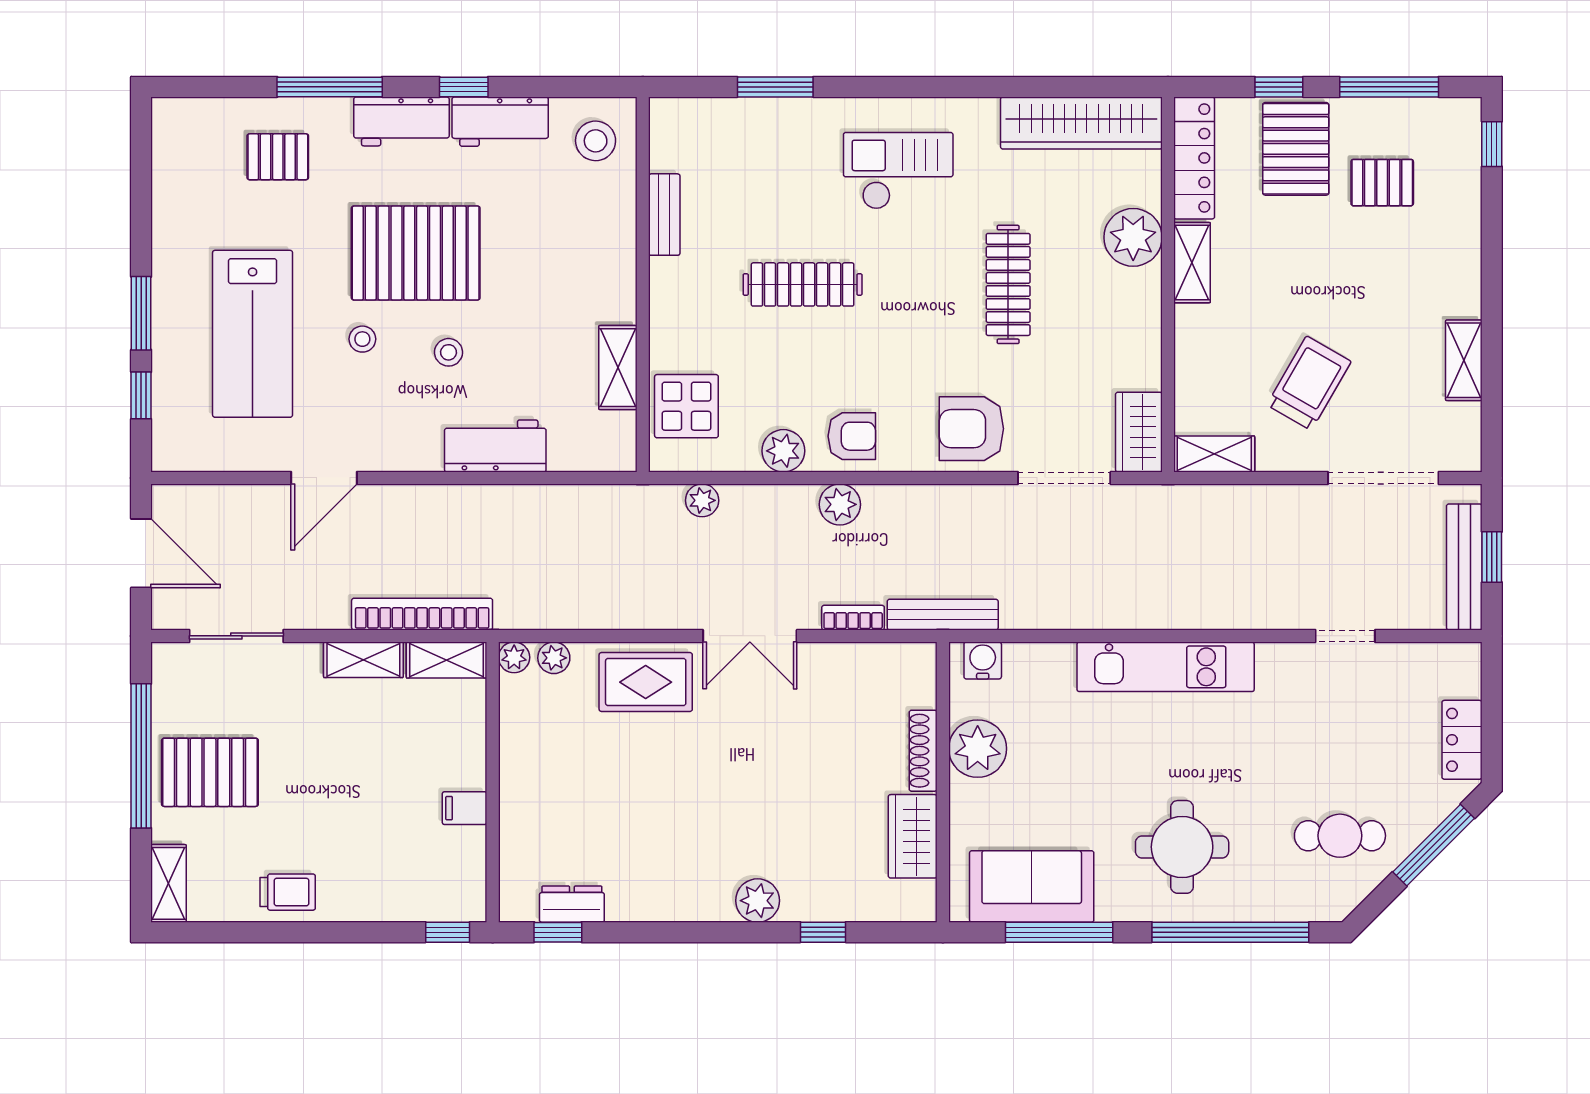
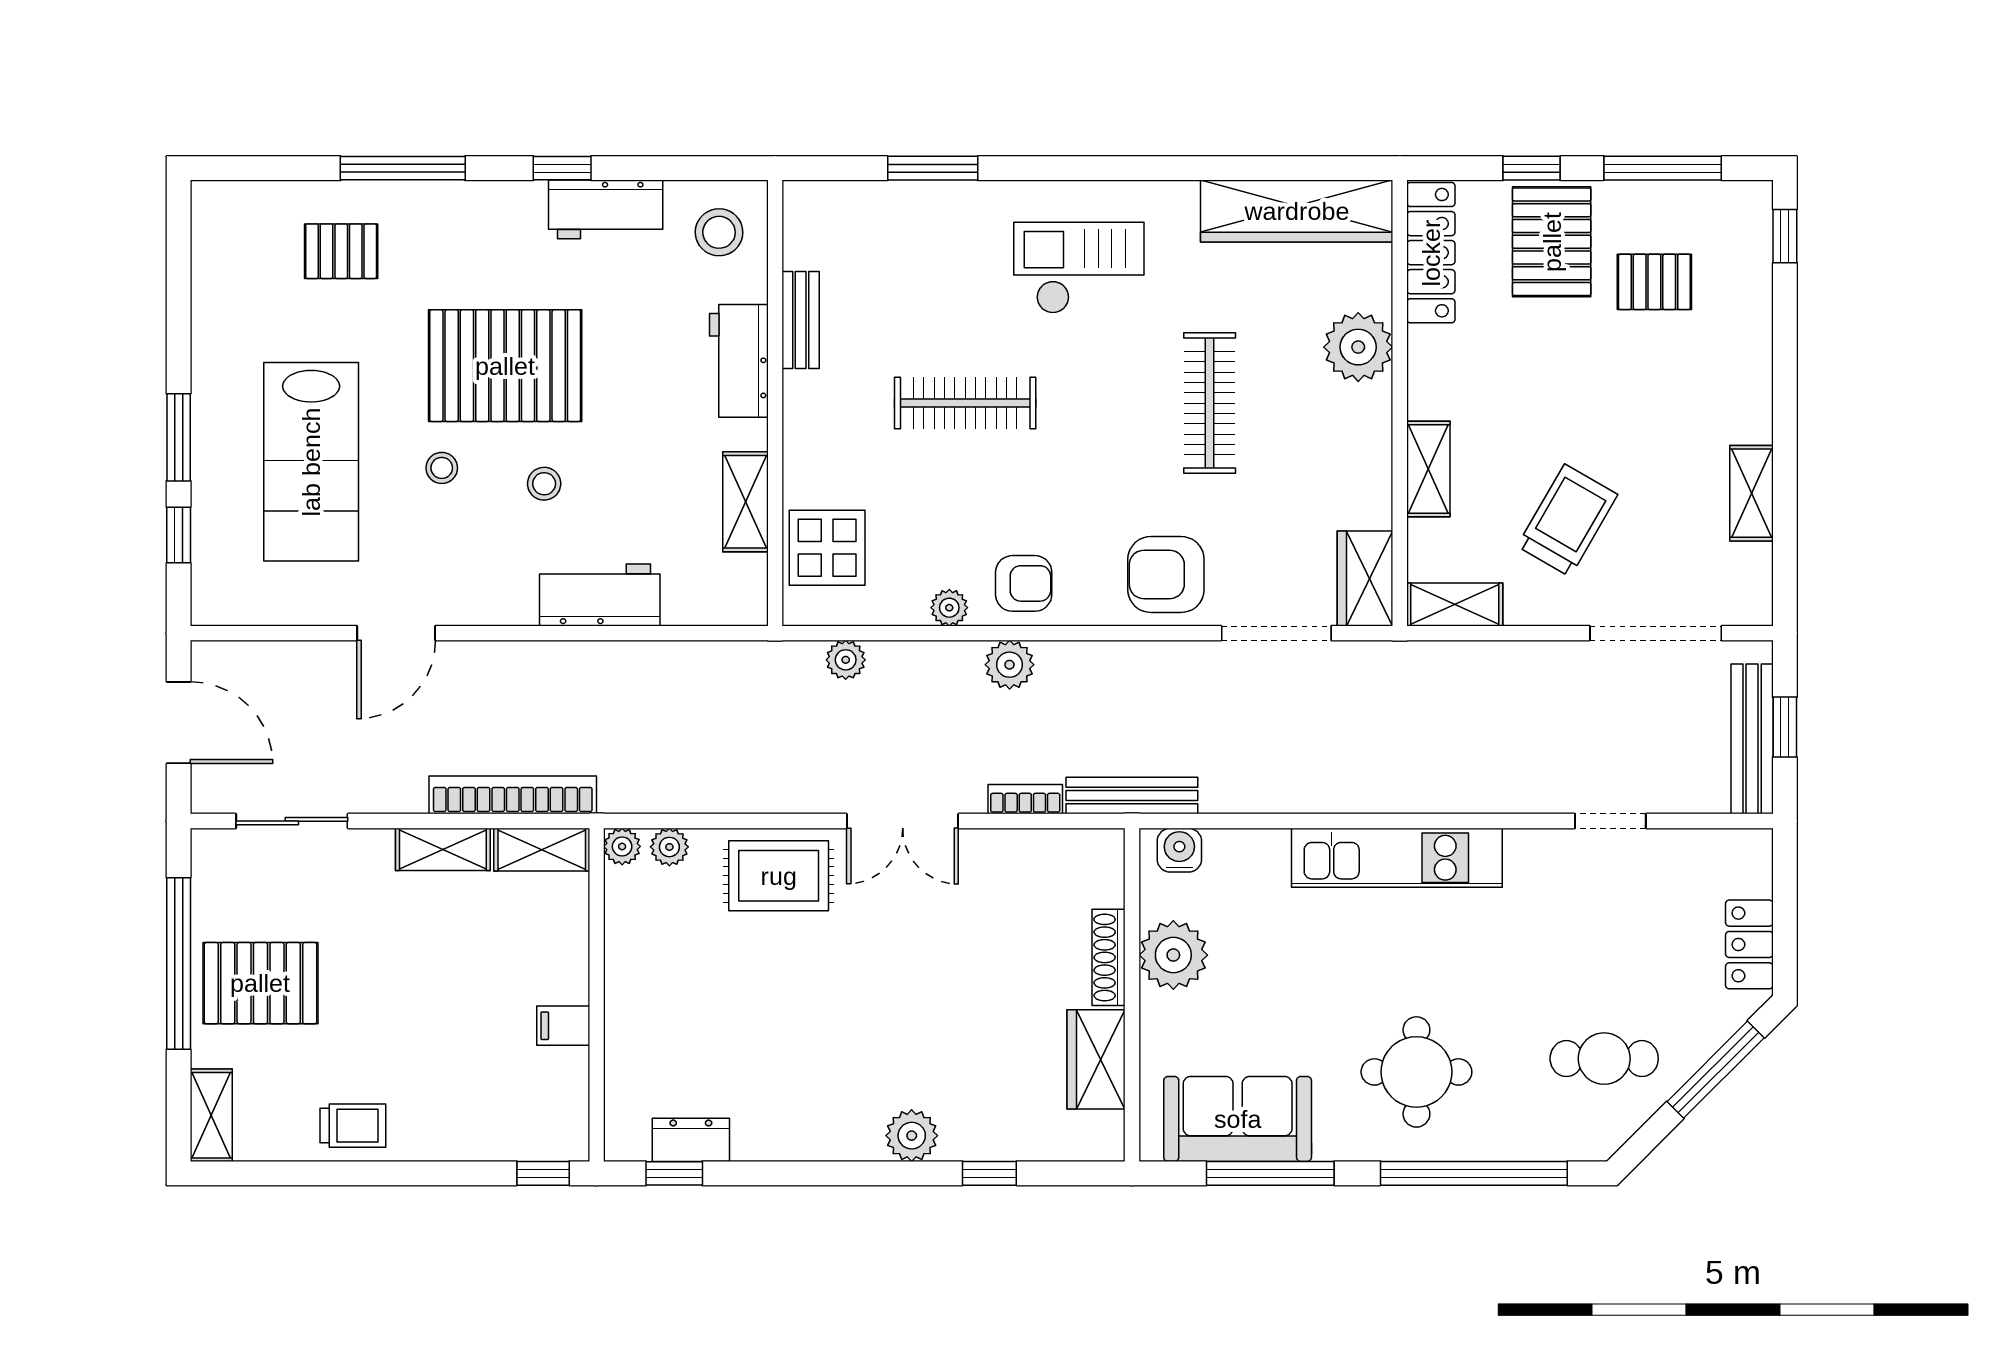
workbench: (401, 121) -> (739, 361), moved, turned 90
shelving: (1192, 263) -> (1428, 469), moved
plant: (783, 451) -> (949, 608), width x0.73, depth x0.73

